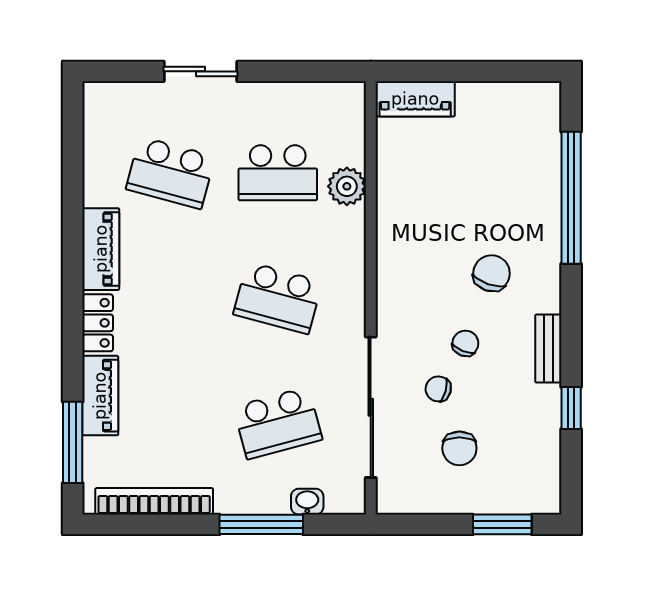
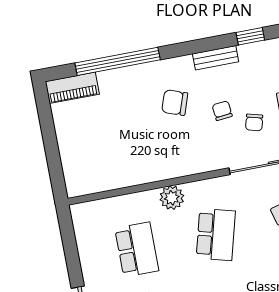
piano: (415, 99) -> (72, 88), moved, turned 90
plant: (347, 186) -> (172, 198), moved
chair: (465, 343) -> (222, 111), turned 62

